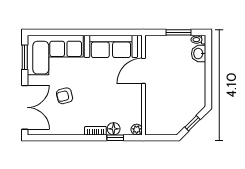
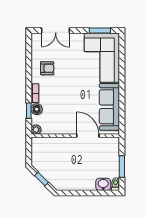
armchair: (65, 96) -> (47, 68), moved, turned 104
double door: (25, 107) -> (56, 31), width x0.73

